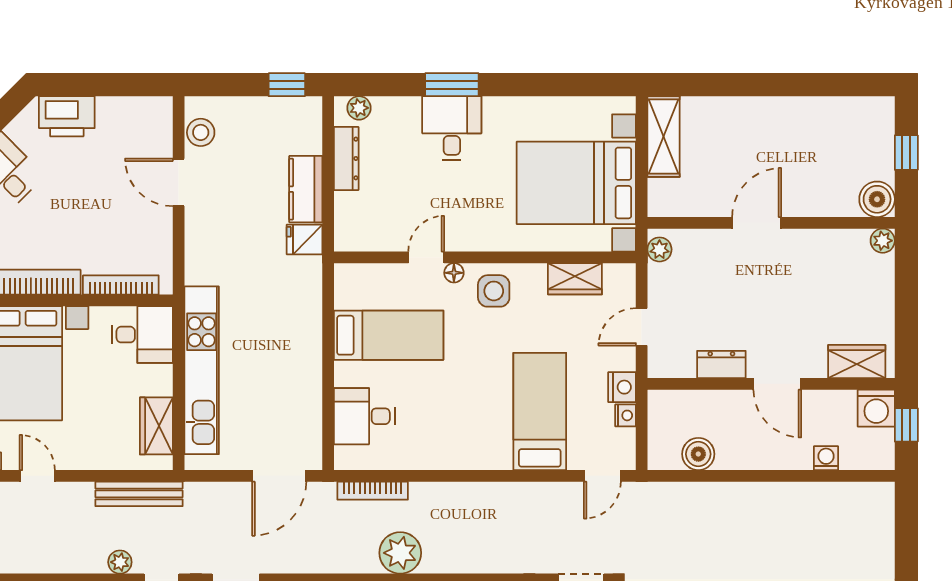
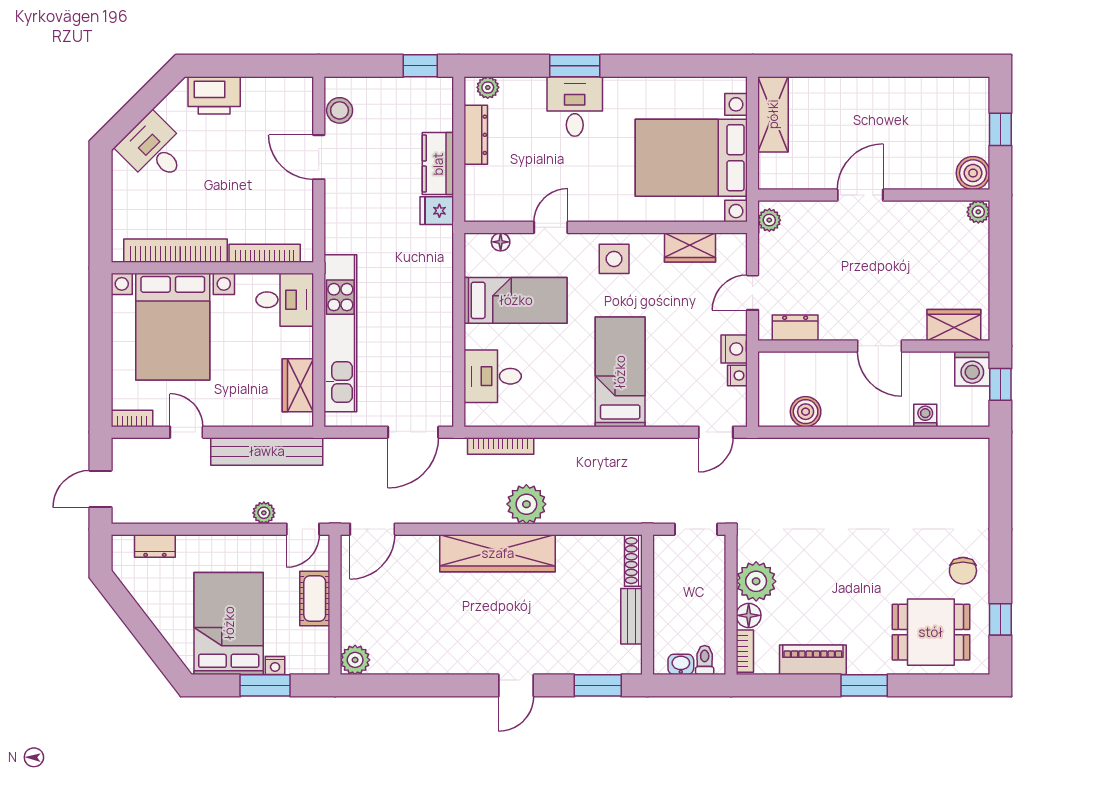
floor lamp: (454, 273) -> (501, 242), moved
dresser: (721, 364) -> (795, 328), moved
bed: (540, 411) -> (620, 372), moved
bench: (139, 494) -> (267, 451), width x1.37, depth x1.21

